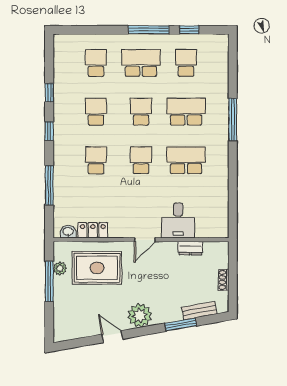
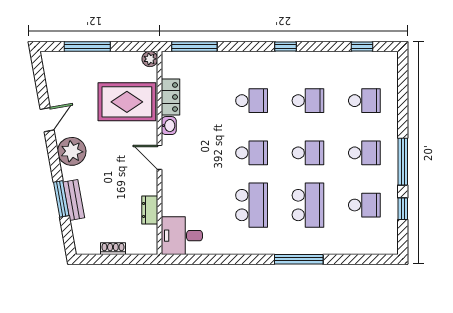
school desk: (141, 63) -> (364, 153), width x0.54
window: (49, 93) -> (362, 47), moved
window: (49, 185) -> (194, 47), moved
desk: (178, 220) -> (182, 236), moved
washbasin: (68, 232) -> (169, 126), moved
plant: (60, 268) -> (150, 59), moved
rug: (97, 268) -> (127, 102), turned 90
window: (49, 281) -> (87, 47), moved
bench: (199, 311) -> (74, 200), moved

